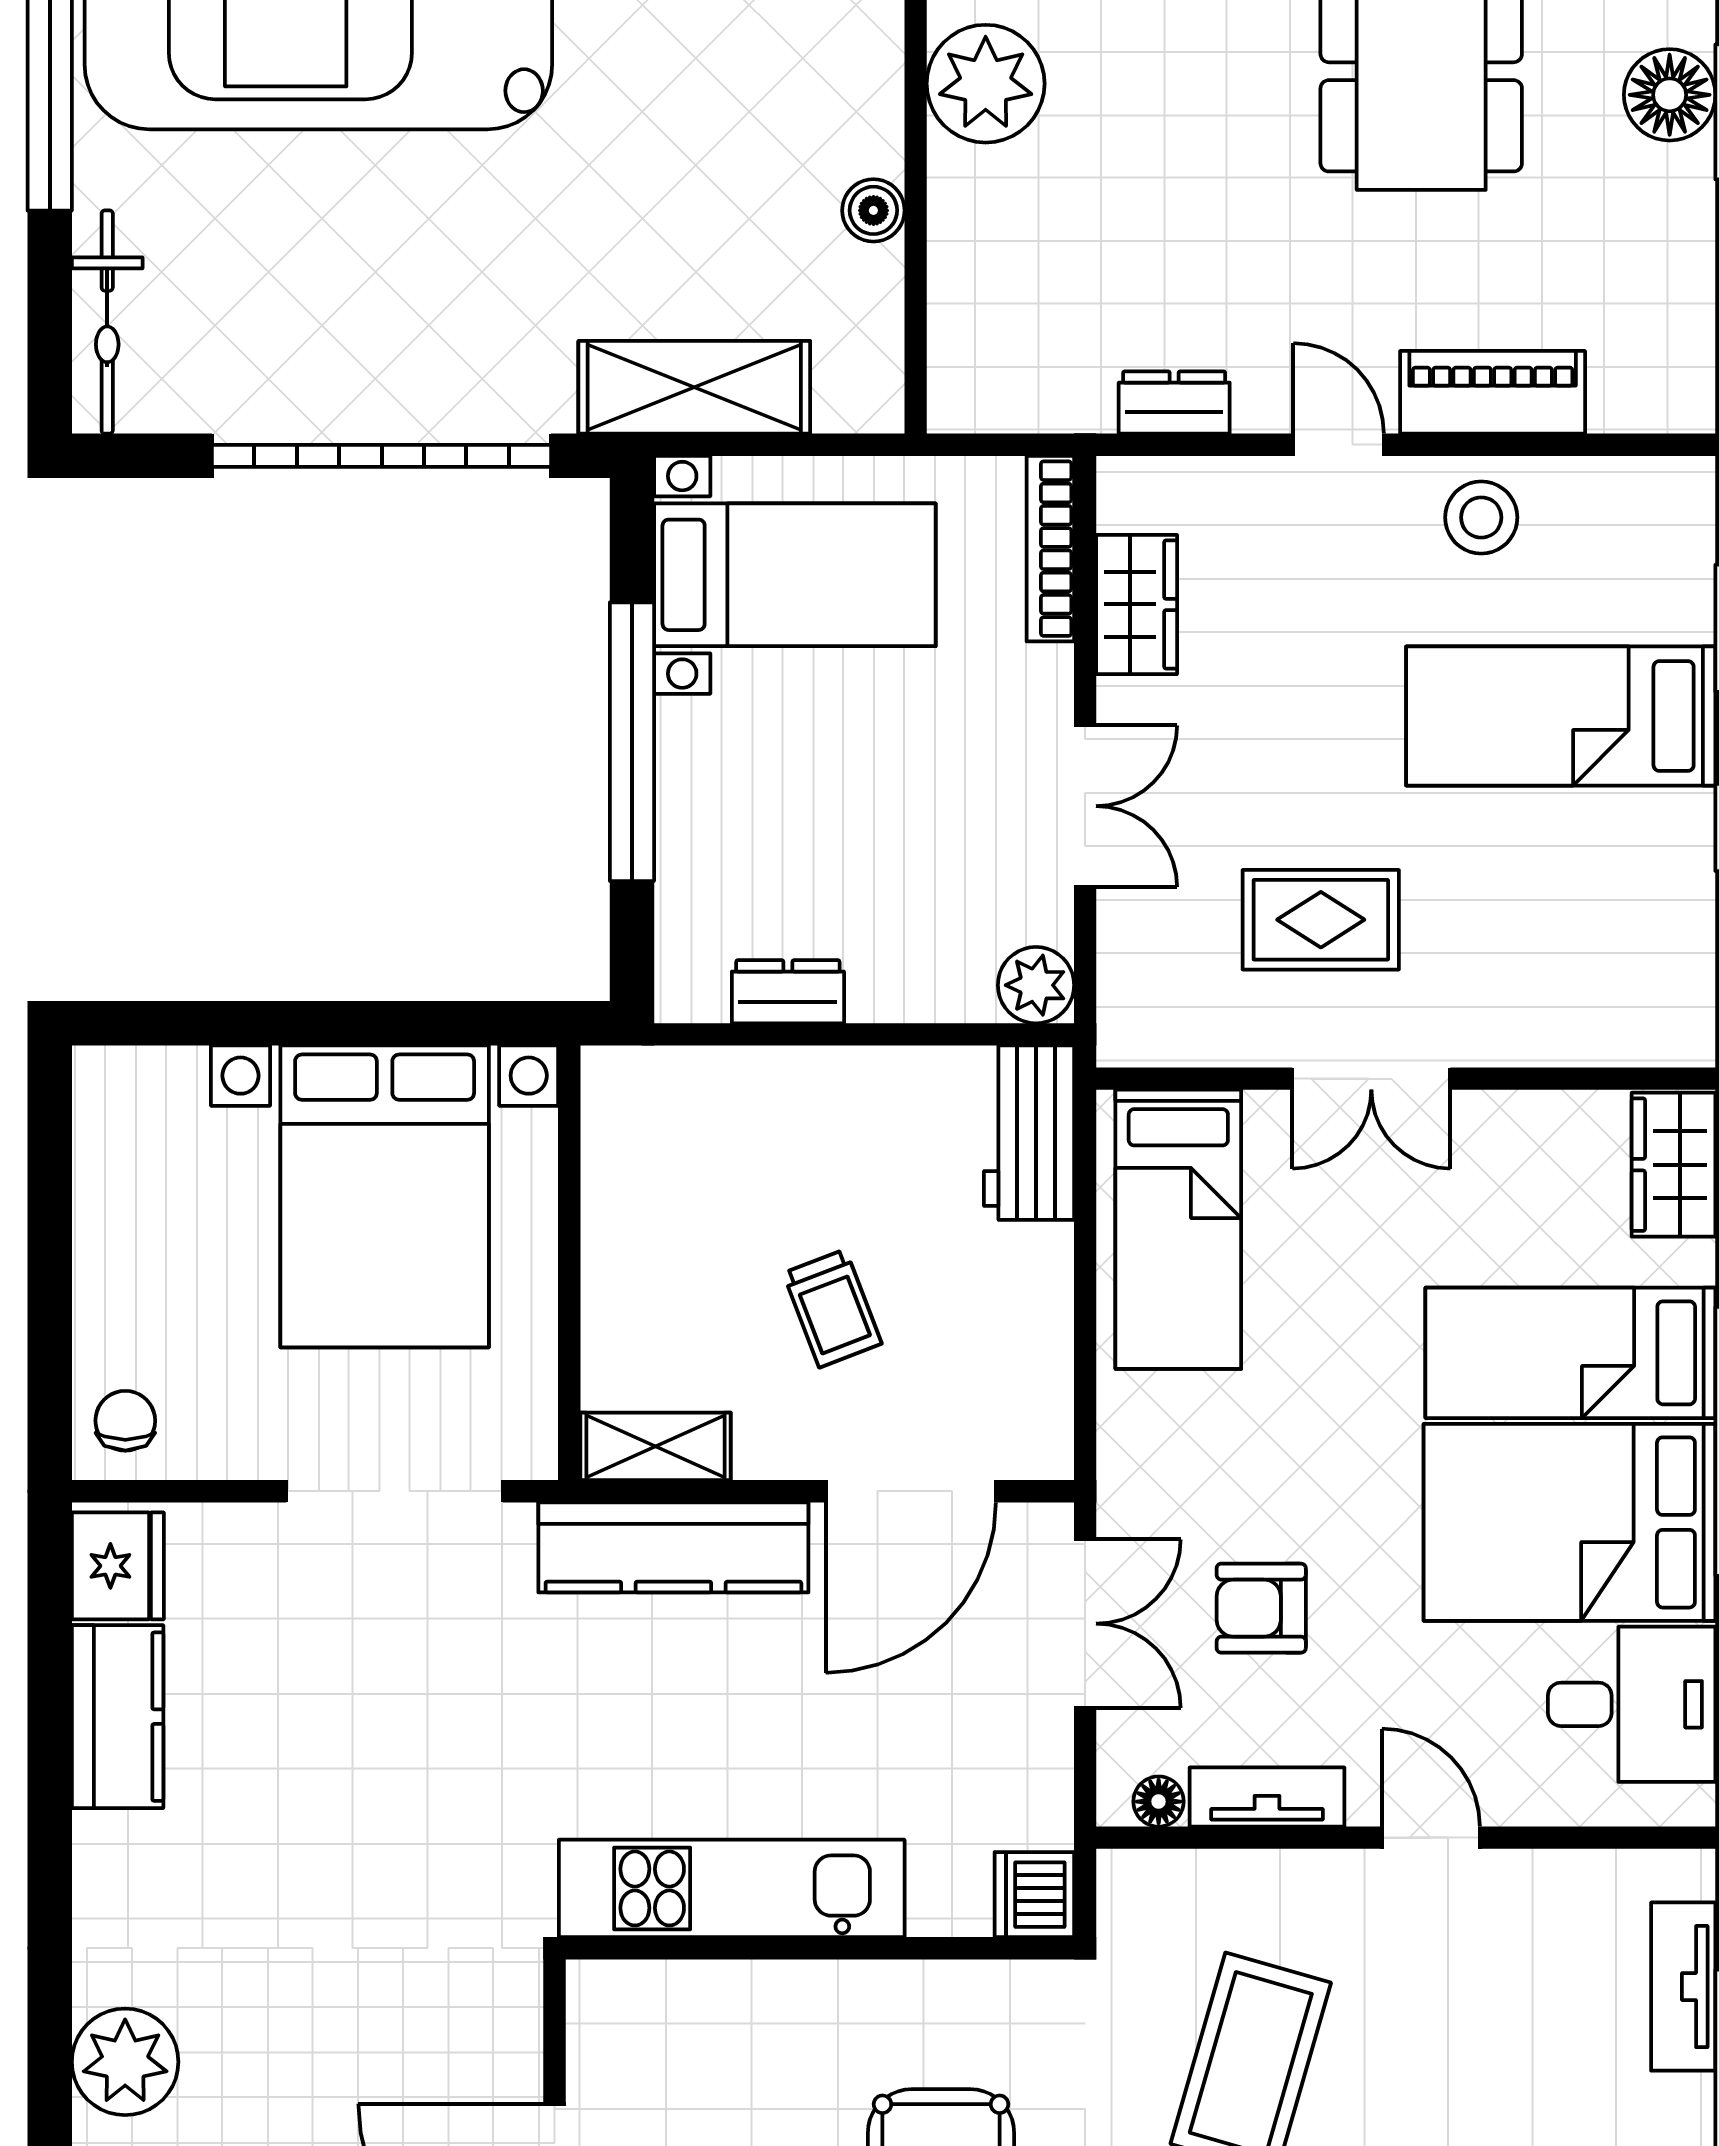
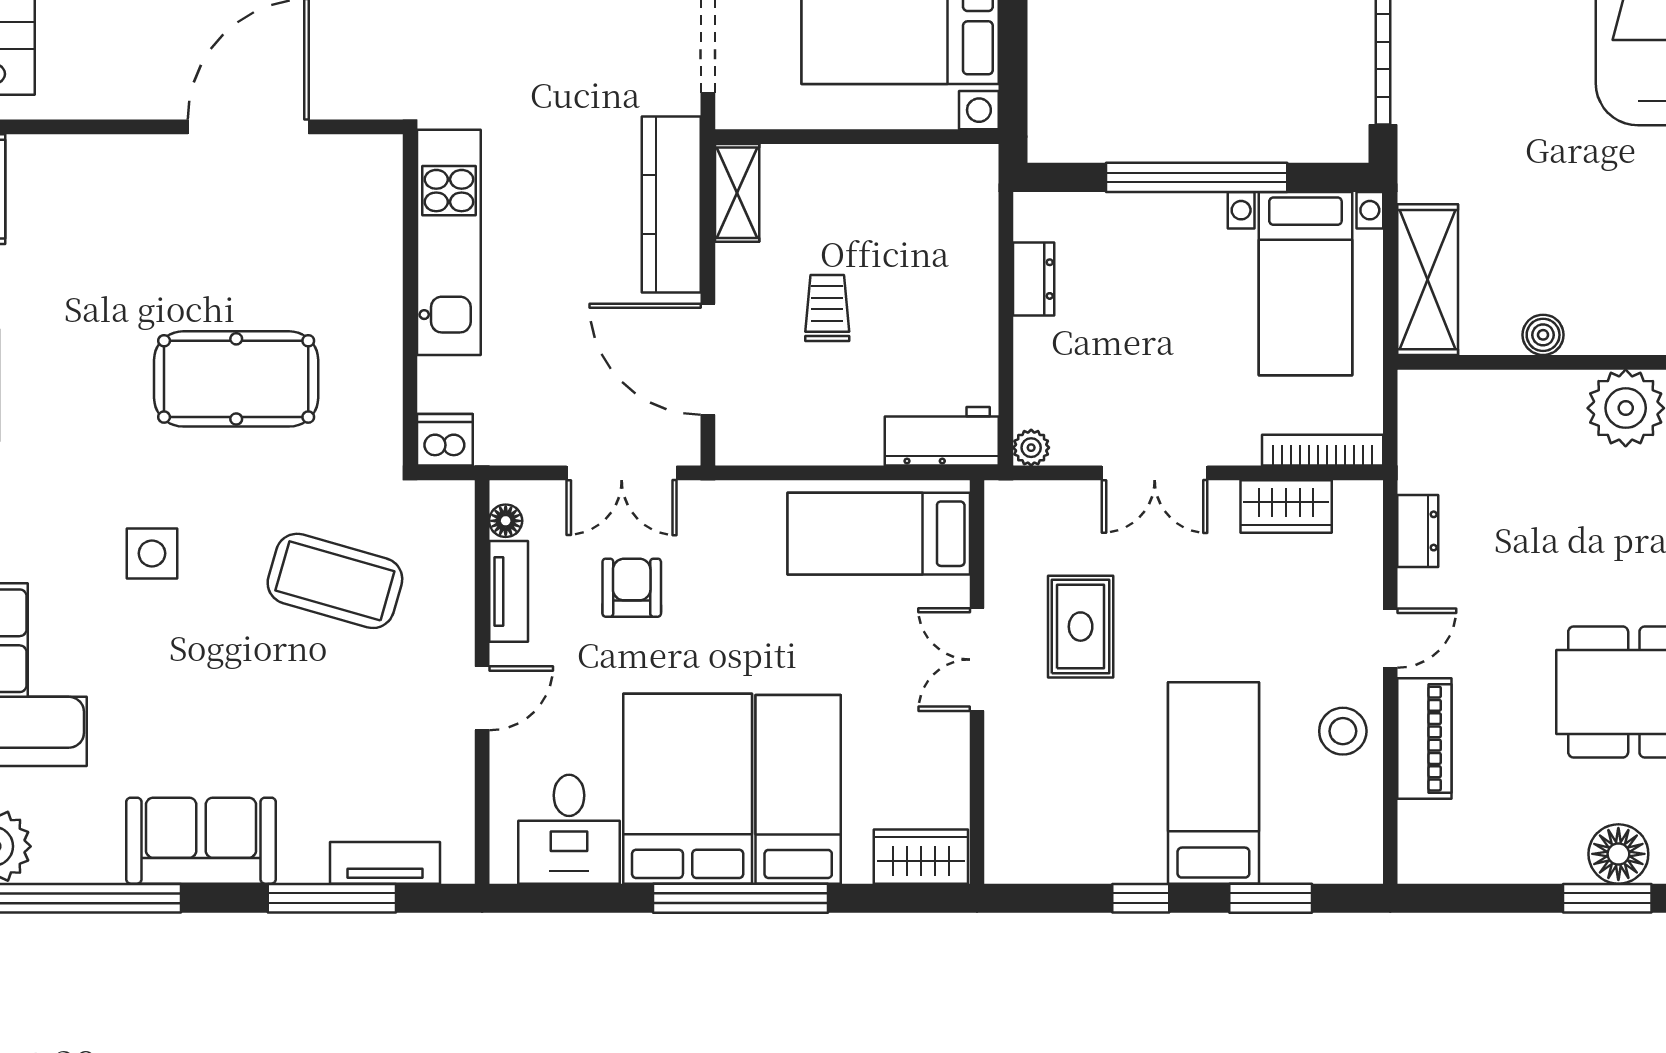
shelving: (694, 387) -> (1428, 280), moved
plant: (1036, 985) -> (1031, 448), width x0.73, depth x0.73
trolley: (832, 1308) -> (827, 308), turned 111

